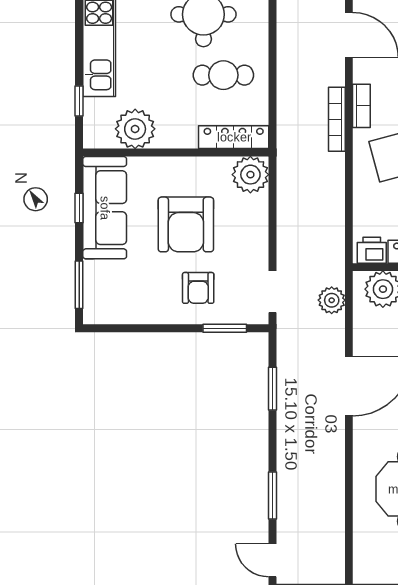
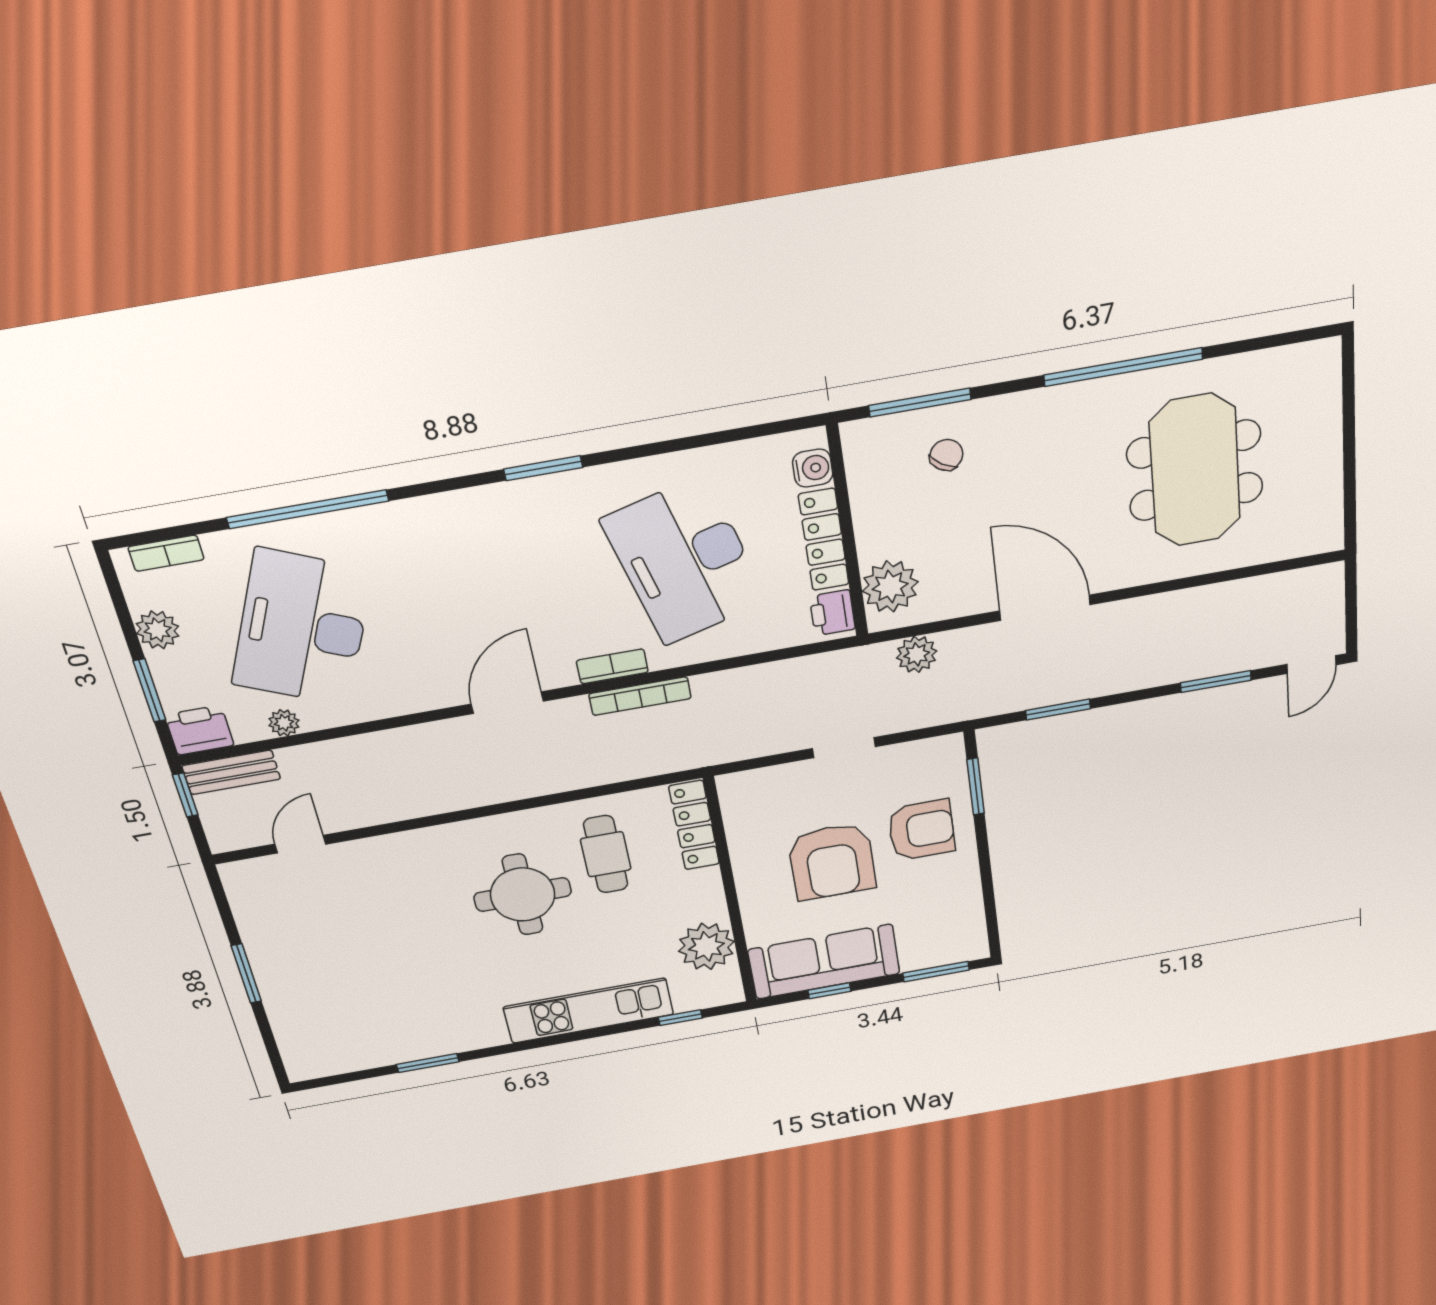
plant: (250, 175) -> (745, 794), removed
armchair: (186, 224) -> (832, 861), turned 90
armchair: (198, 288) -> (921, 830), width x1.38, depth x1.38
doorway: (273, 292) -> (844, 748), moved

